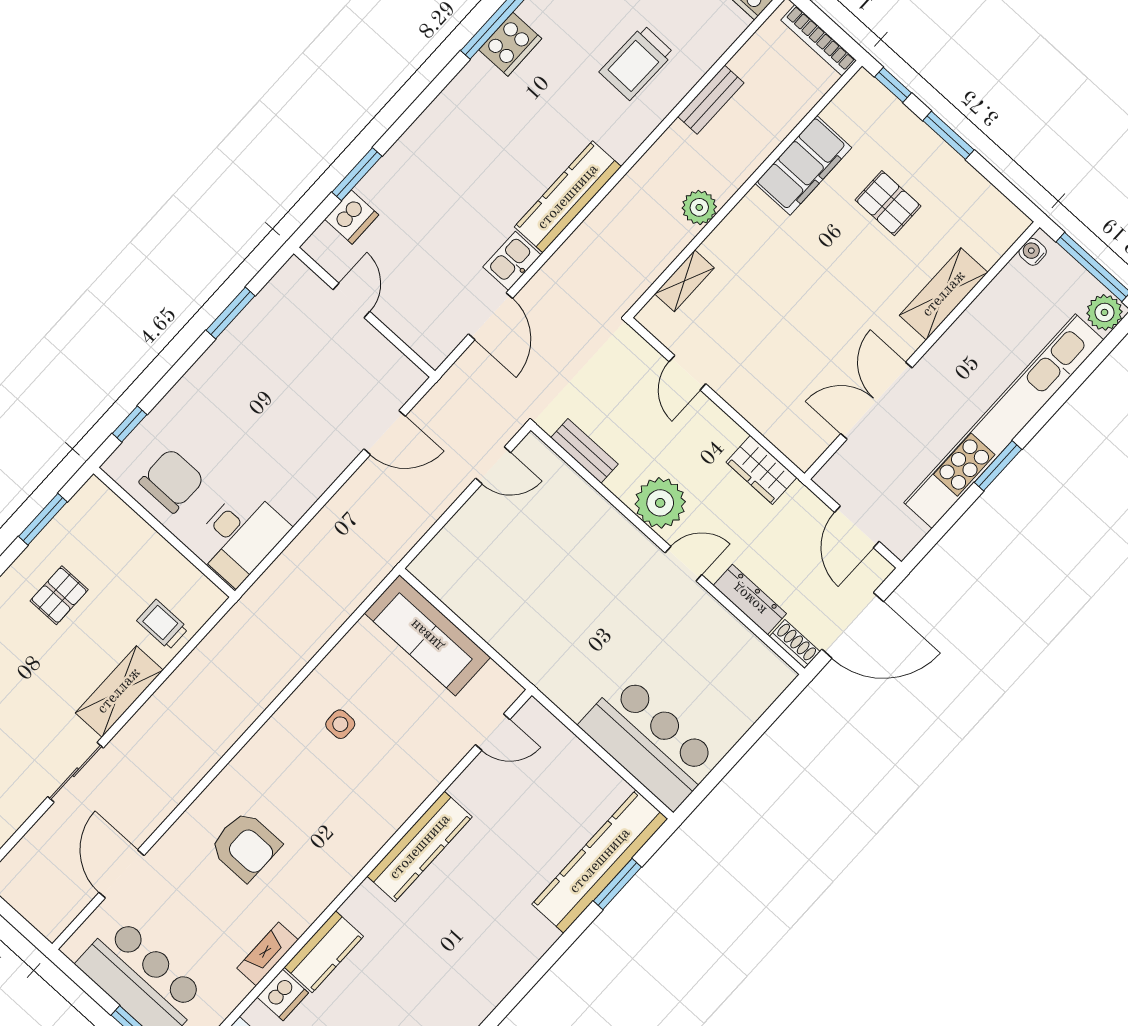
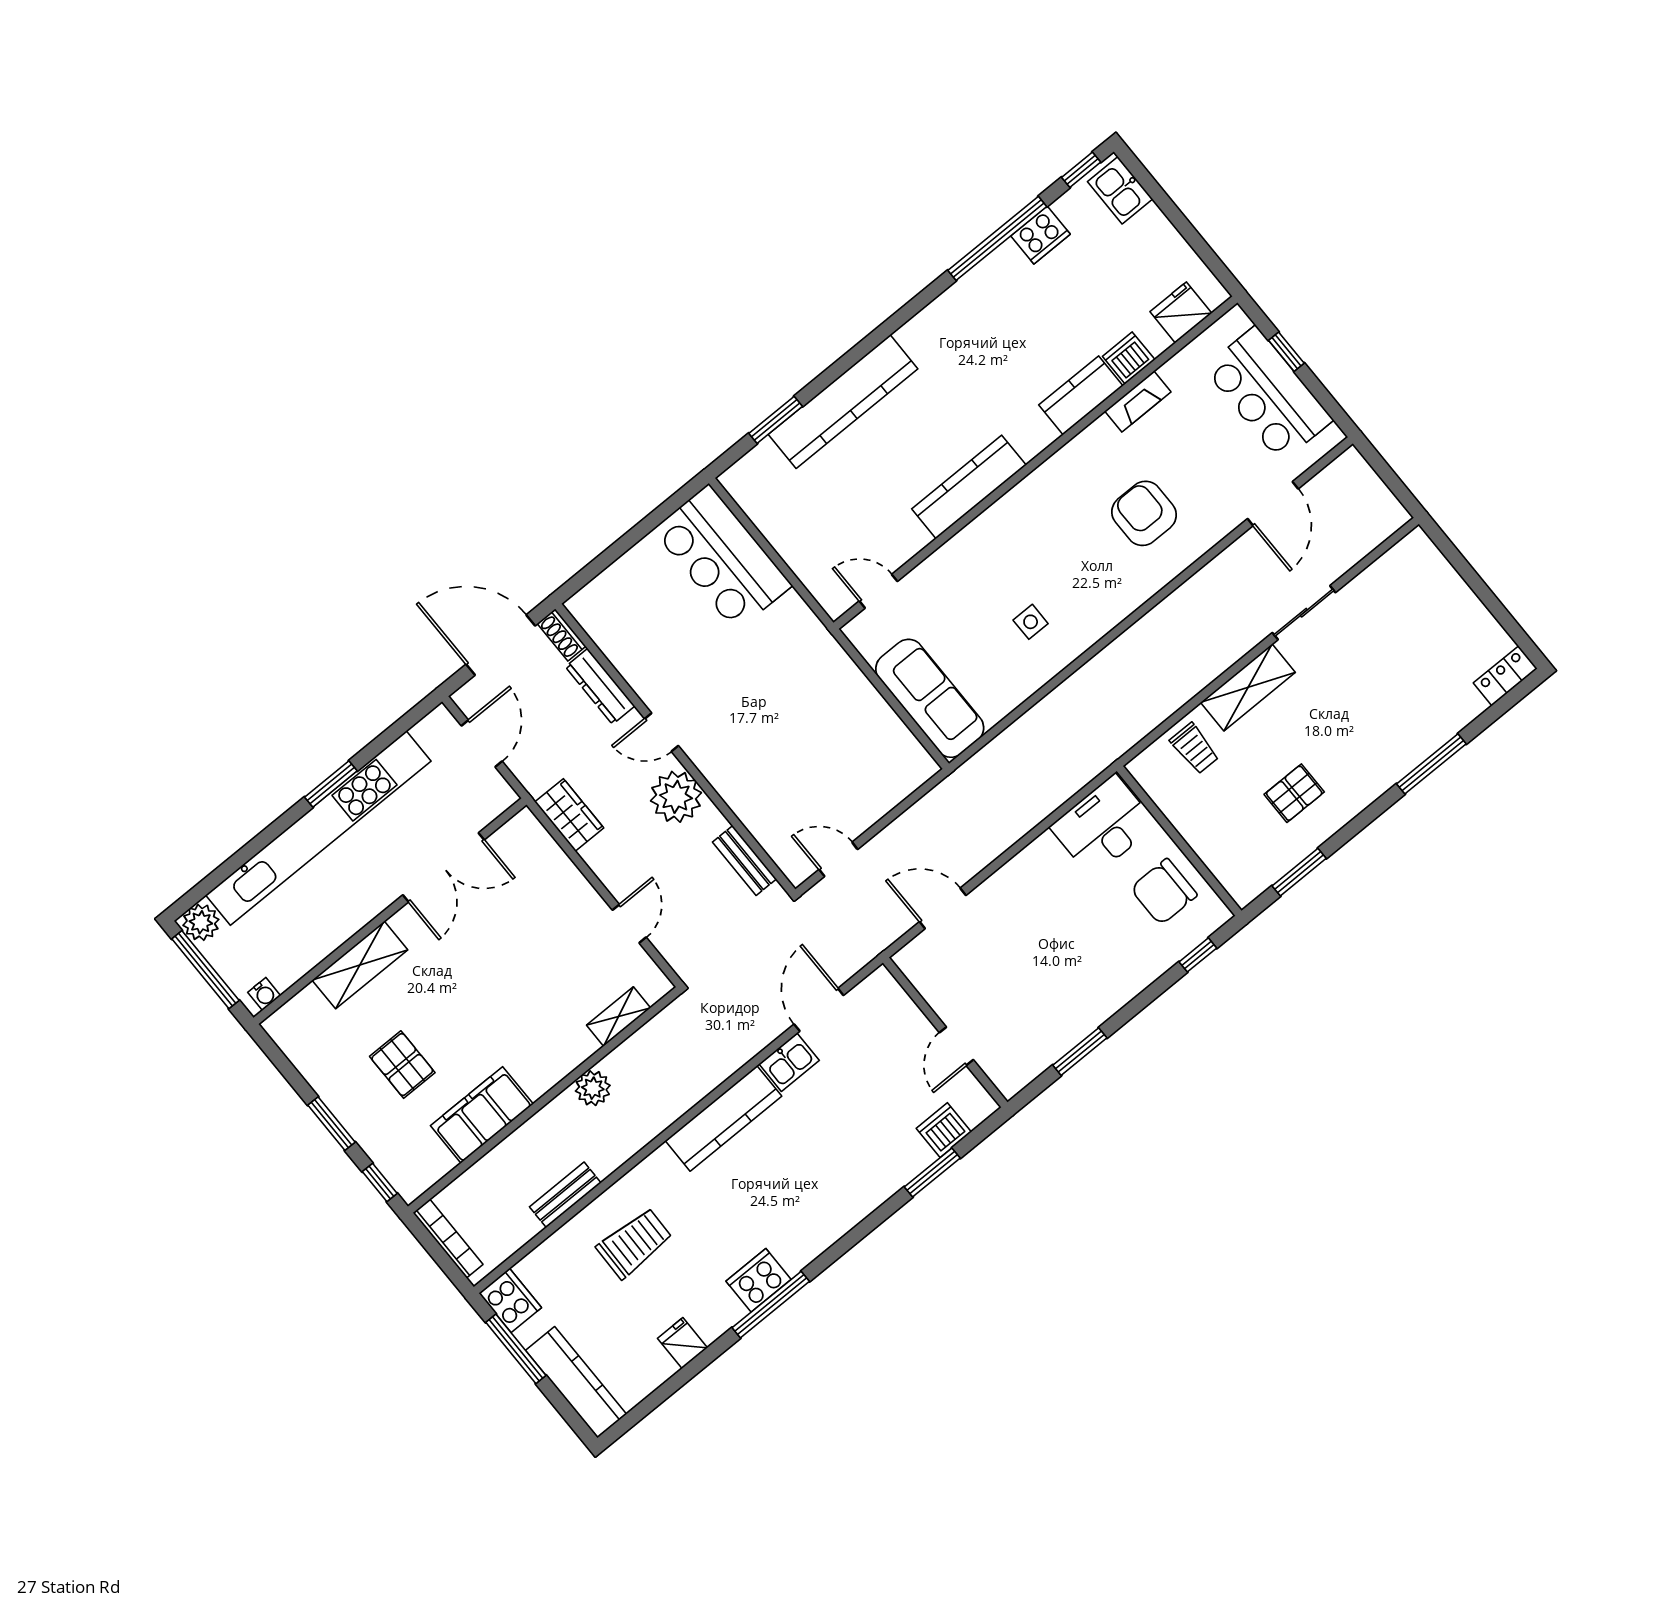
kitchen counter: (600, 861) -> (843, 402), moved

